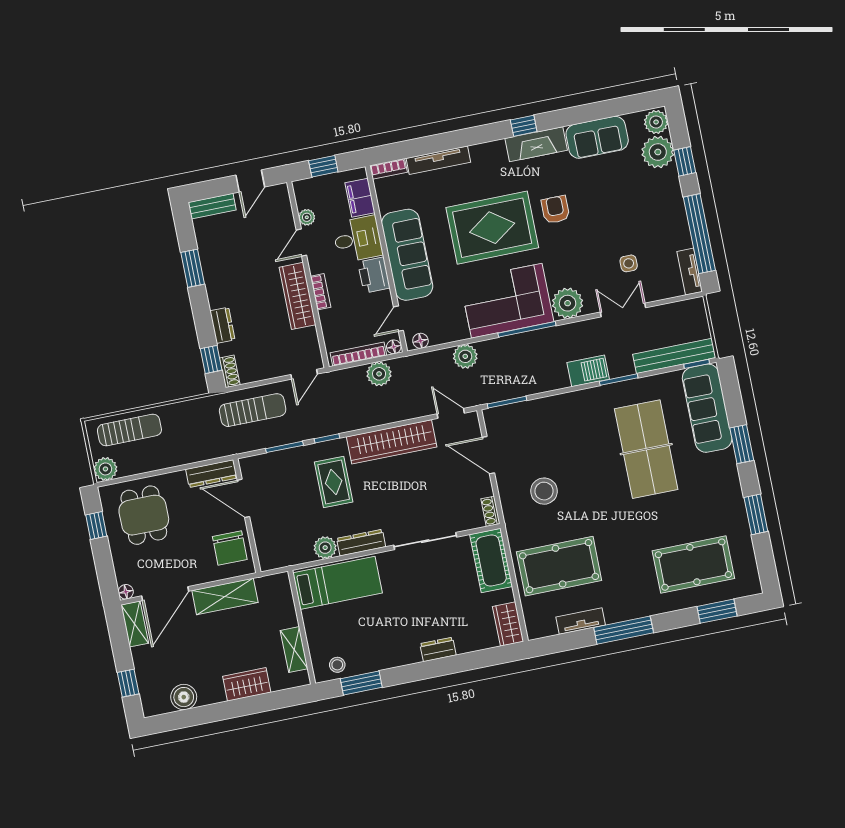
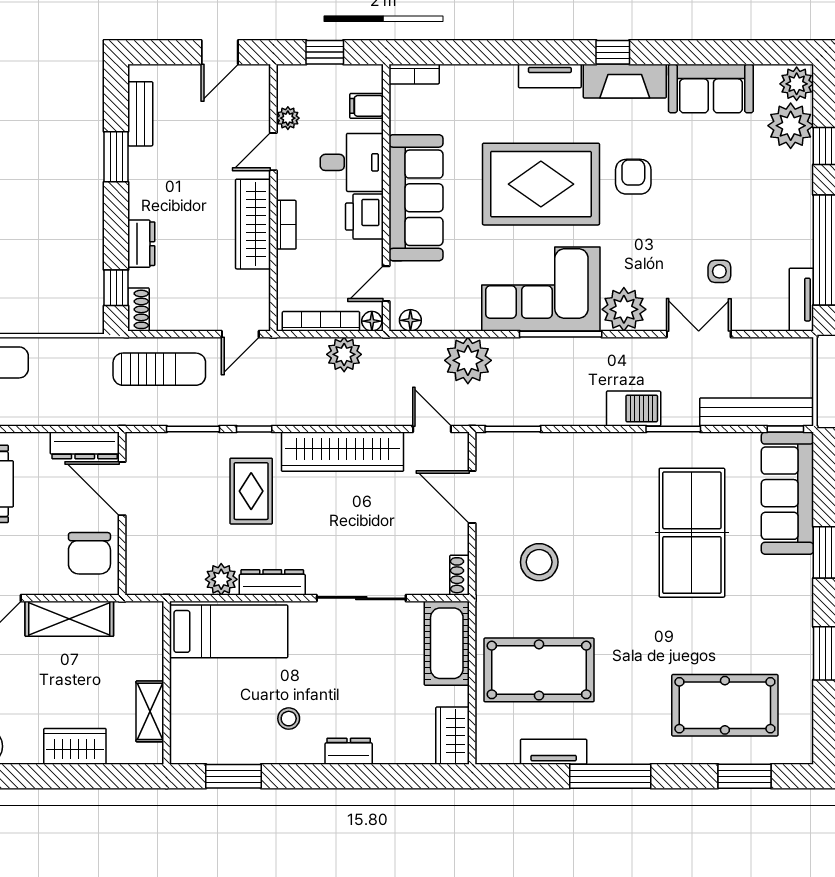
tv unit: (438, 160) -> (550, 76), moved, width x0.71
filing cabinet: (360, 198) -> (367, 106), width x0.50
bench: (212, 206) -> (140, 114), moved, turned 90
plant: (465, 356) -> (468, 360), width x1.36, depth x1.36
stool: (337, 665) -> (289, 719), moved

